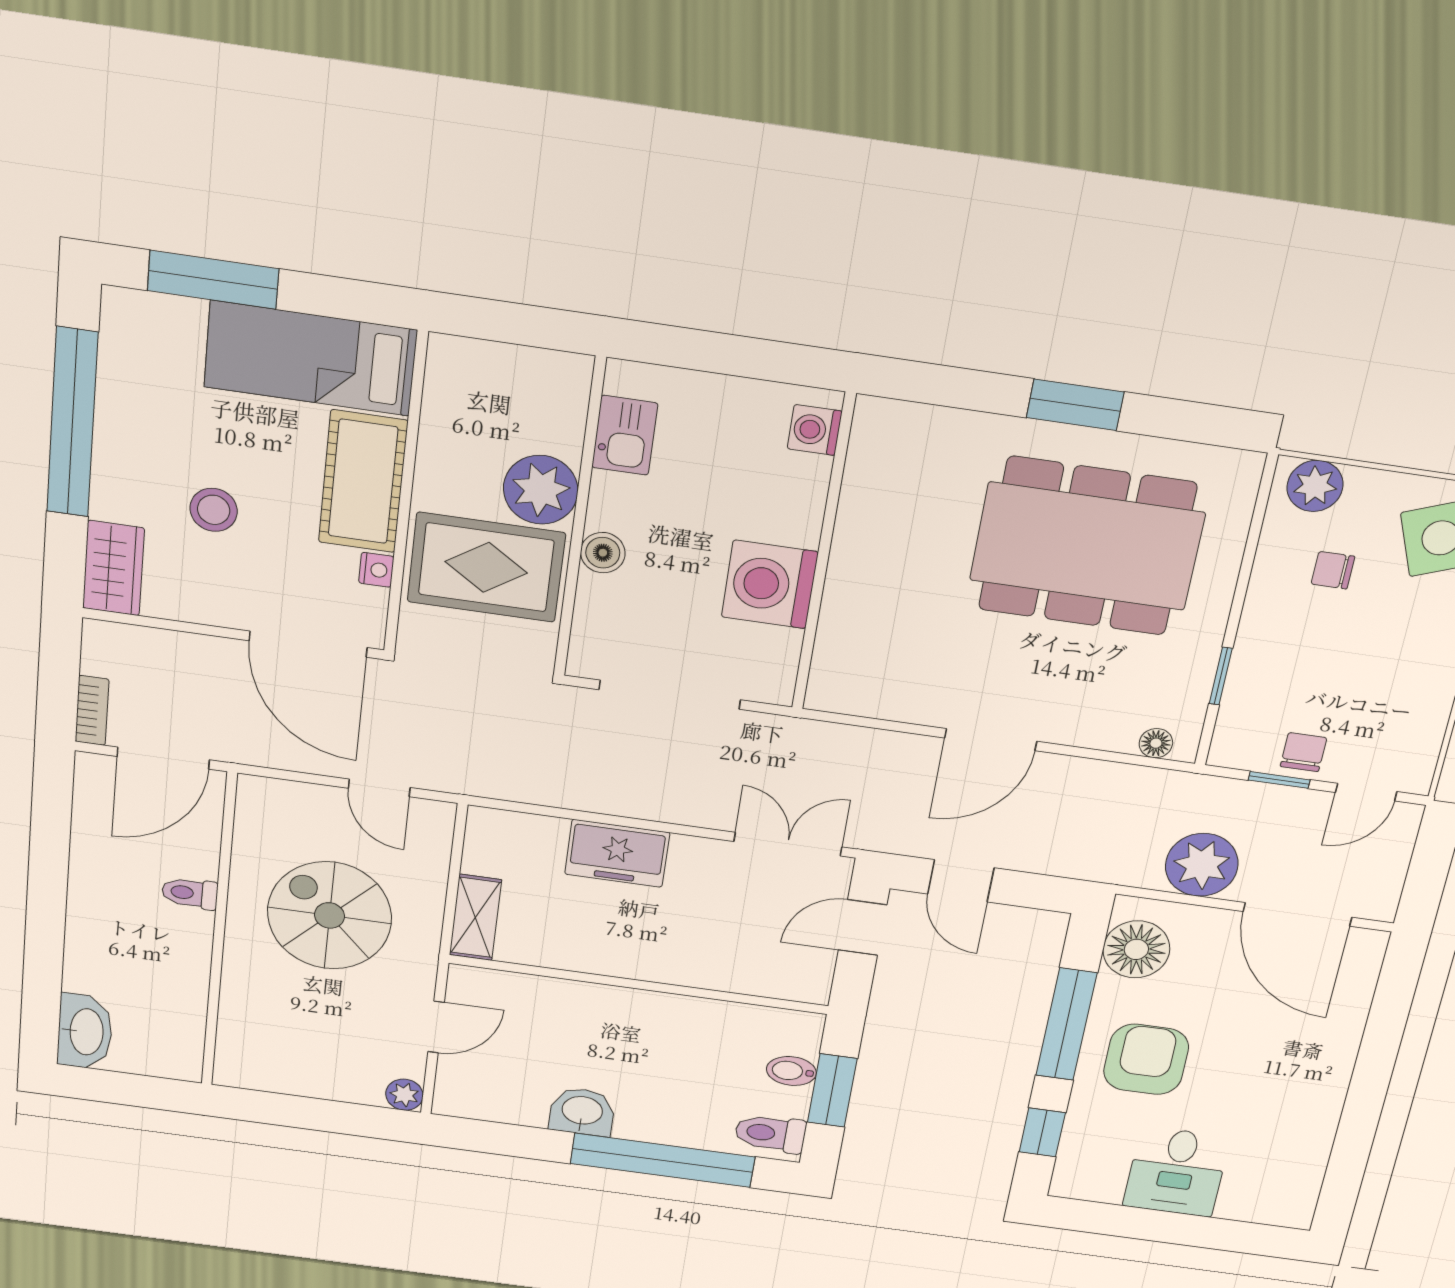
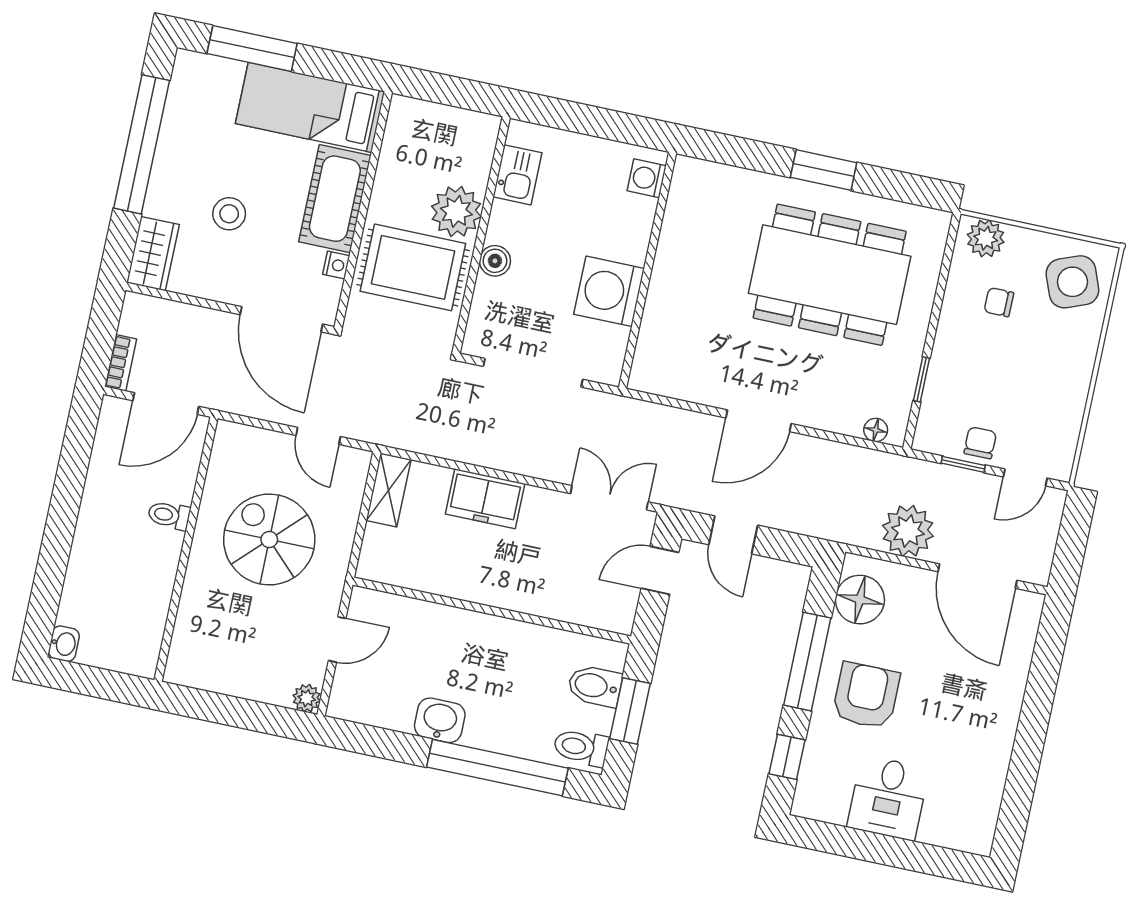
shelving: (475, 917) -> (389, 490), moved
washbasin: (85, 1032) -> (64, 644), width x0.52, depth x0.69
bidet: (791, 1071) -> (595, 686), width x1.38, depth x1.36

